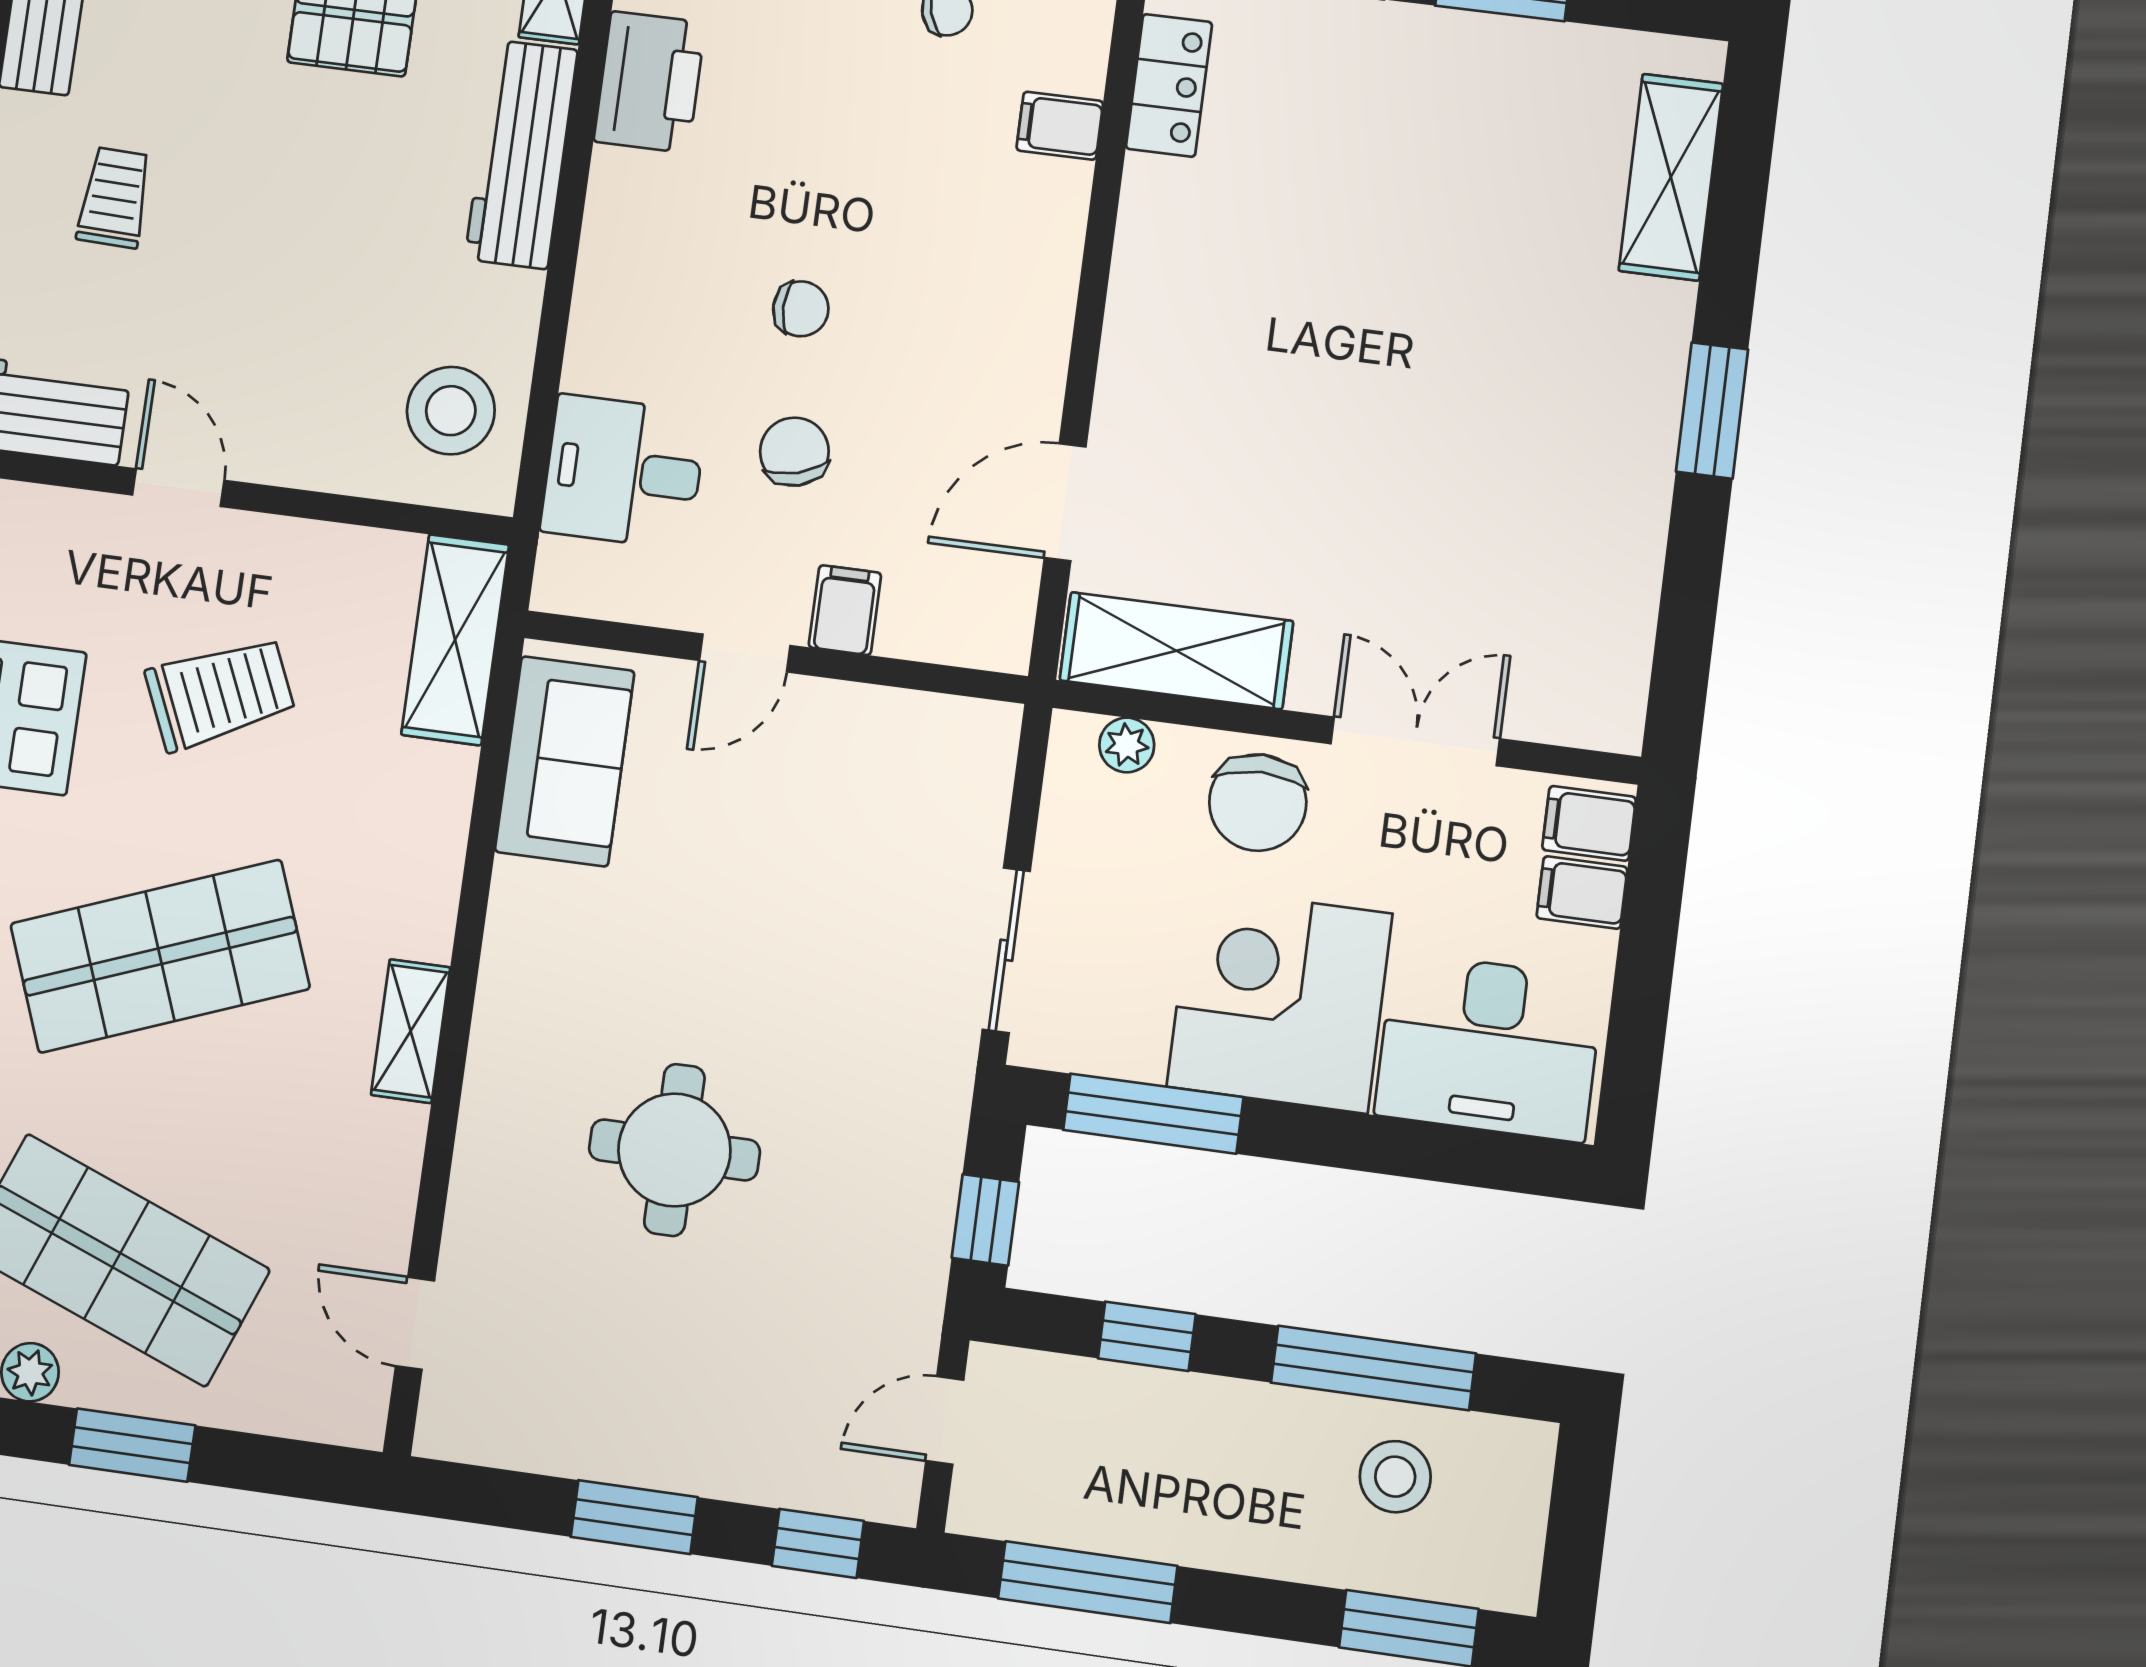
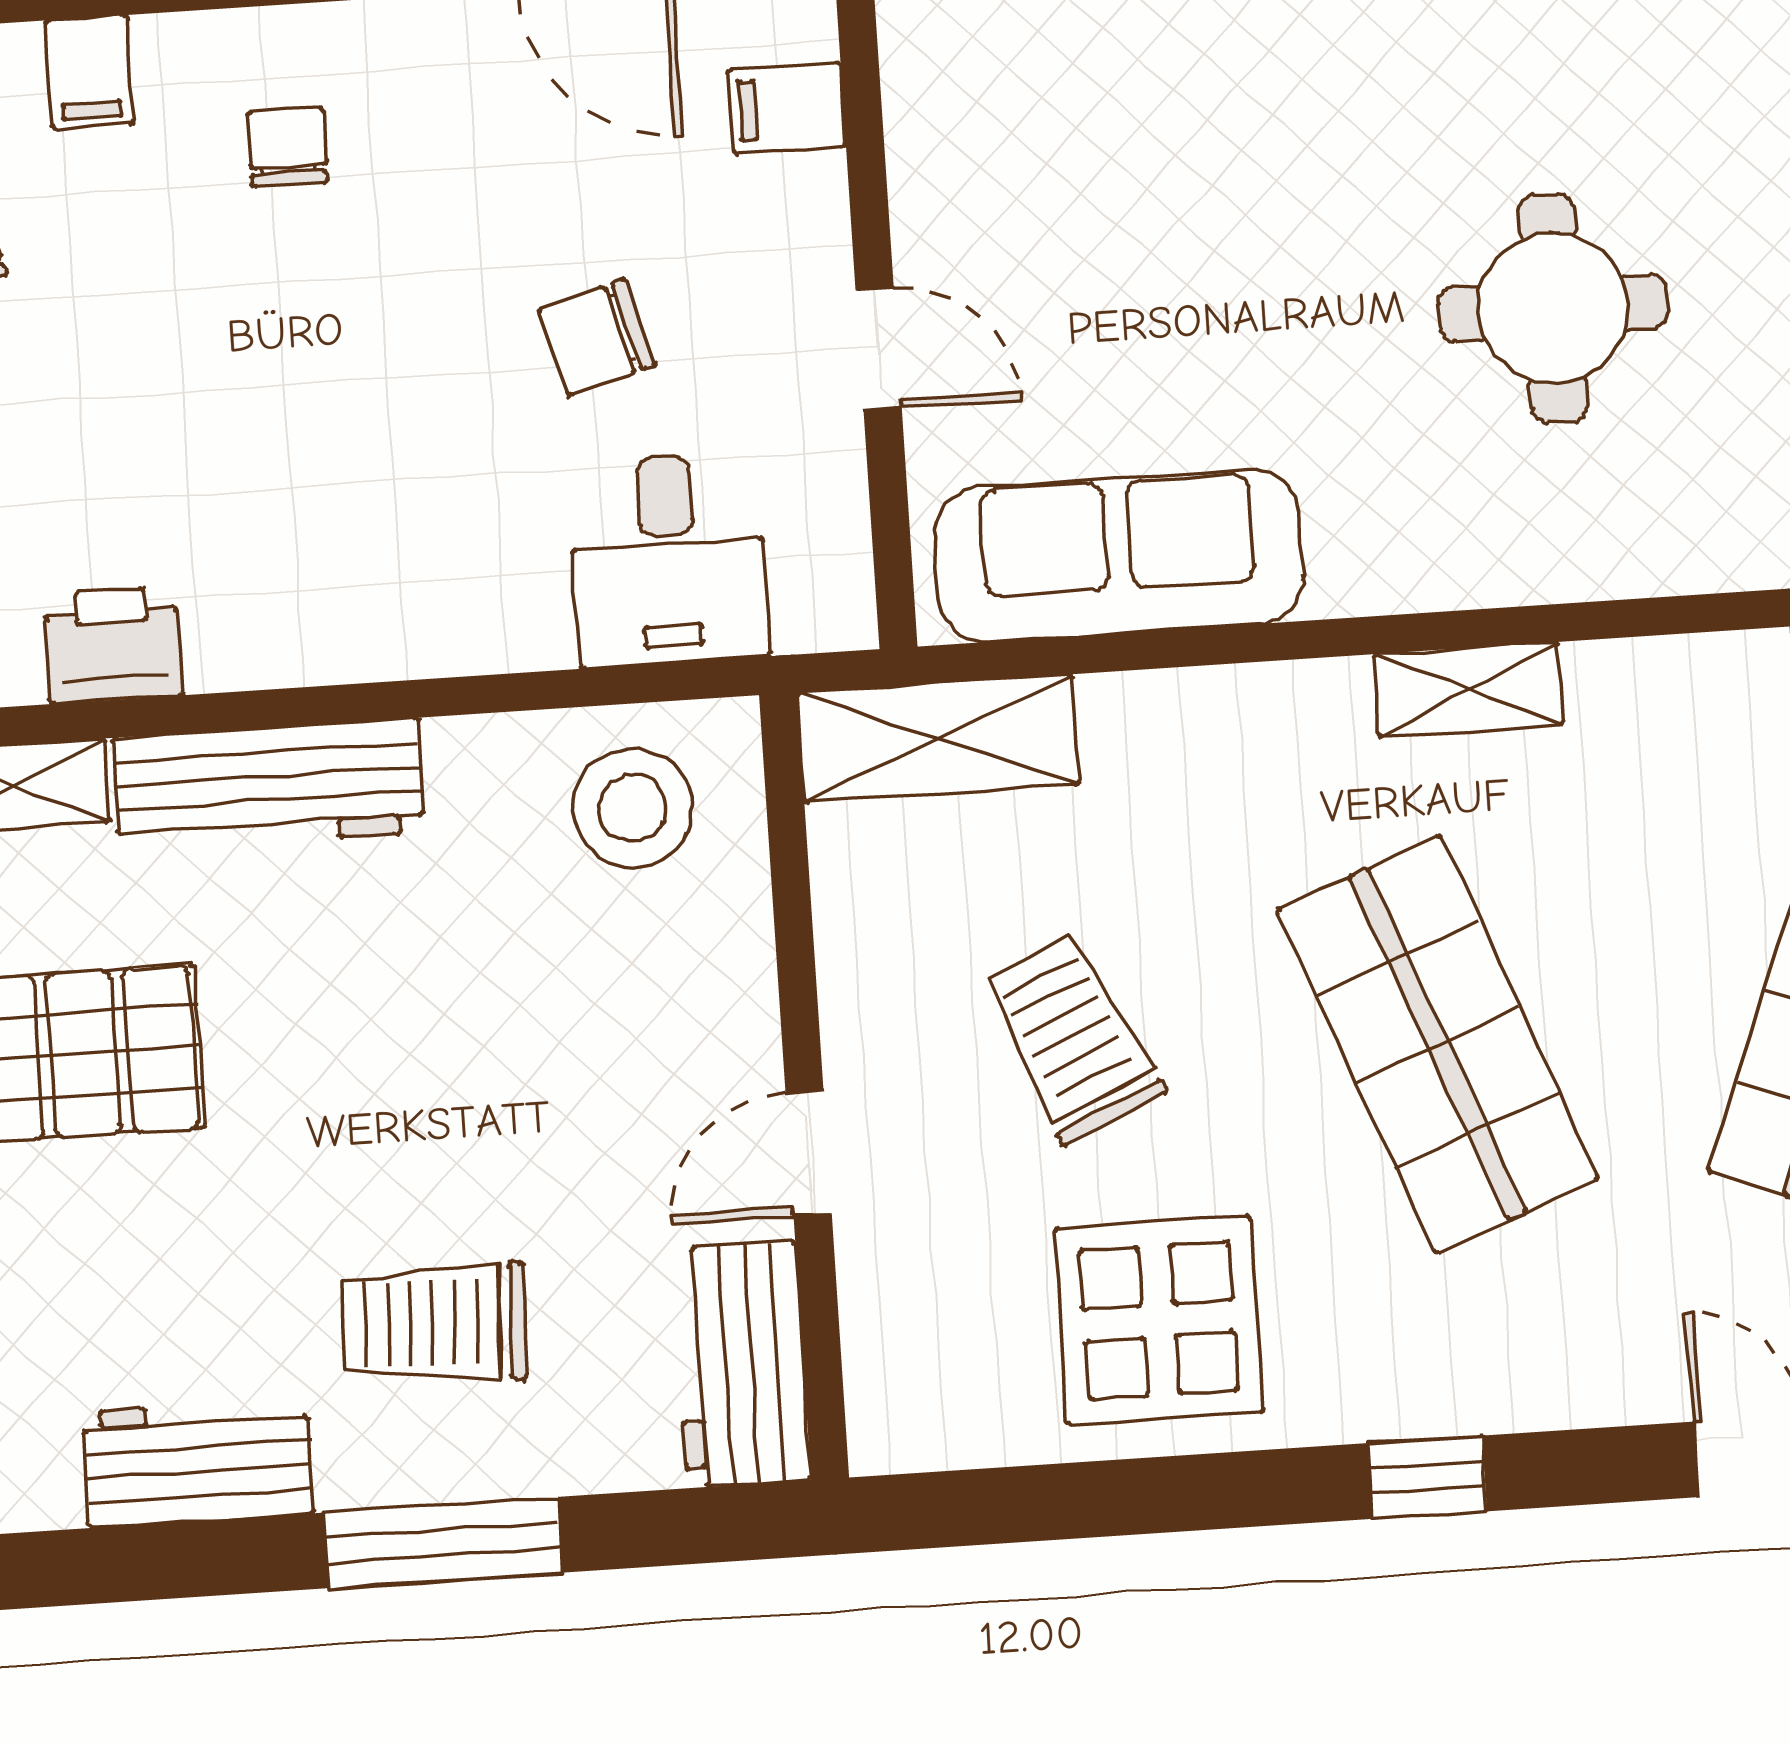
printer: (650, 82) -> (113, 645), width x0.73, depth x0.84
trolley: (115, 198) -> (434, 1323), width x1.36, depth x1.39
chair: (801, 309) -> (288, 147), moved
filing cabinet: (845, 610) -> (787, 108), moved
sofa: (565, 761) -> (1119, 556), width x1.36

